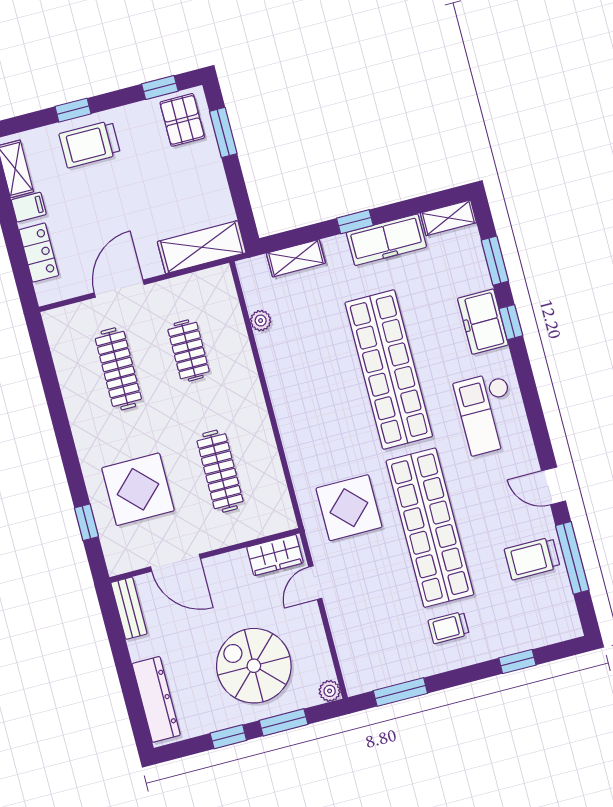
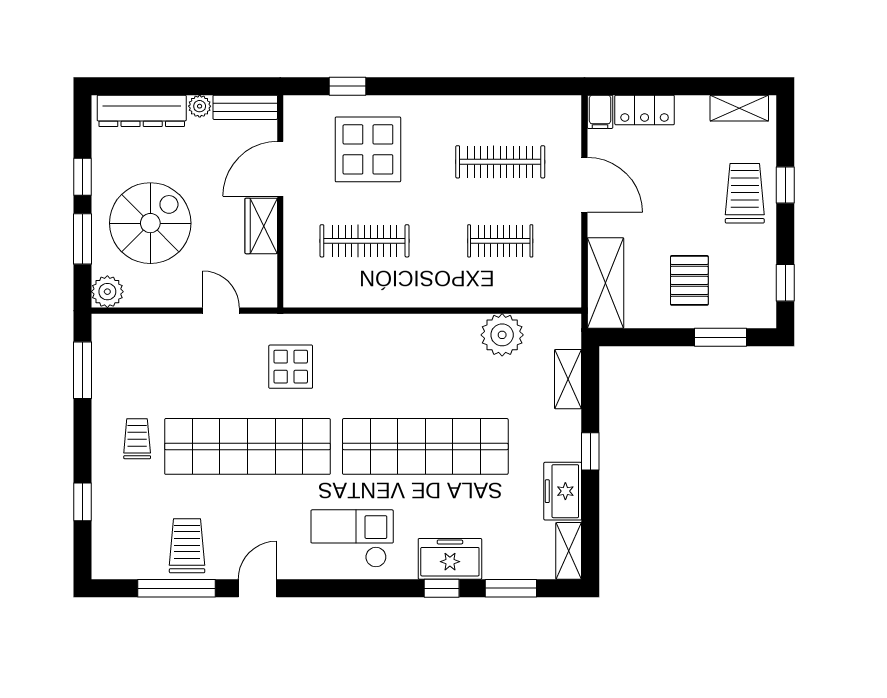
pallet: (182, 120) -> (689, 280), moved, turned 90
filing cabinet: (29, 207) -> (600, 112), moved
freezer: (386, 240) -> (563, 491), width x0.71
plant: (261, 321) -> (502, 335), width x1.87, depth x1.87
display table: (349, 508) -> (291, 367), width x0.73, depth x0.73
wardrobe: (275, 555) -> (261, 226), moved
plant: (138, 649) -> (200, 106), added
plant: (330, 691) -> (107, 292), width x1.38, depth x1.38

